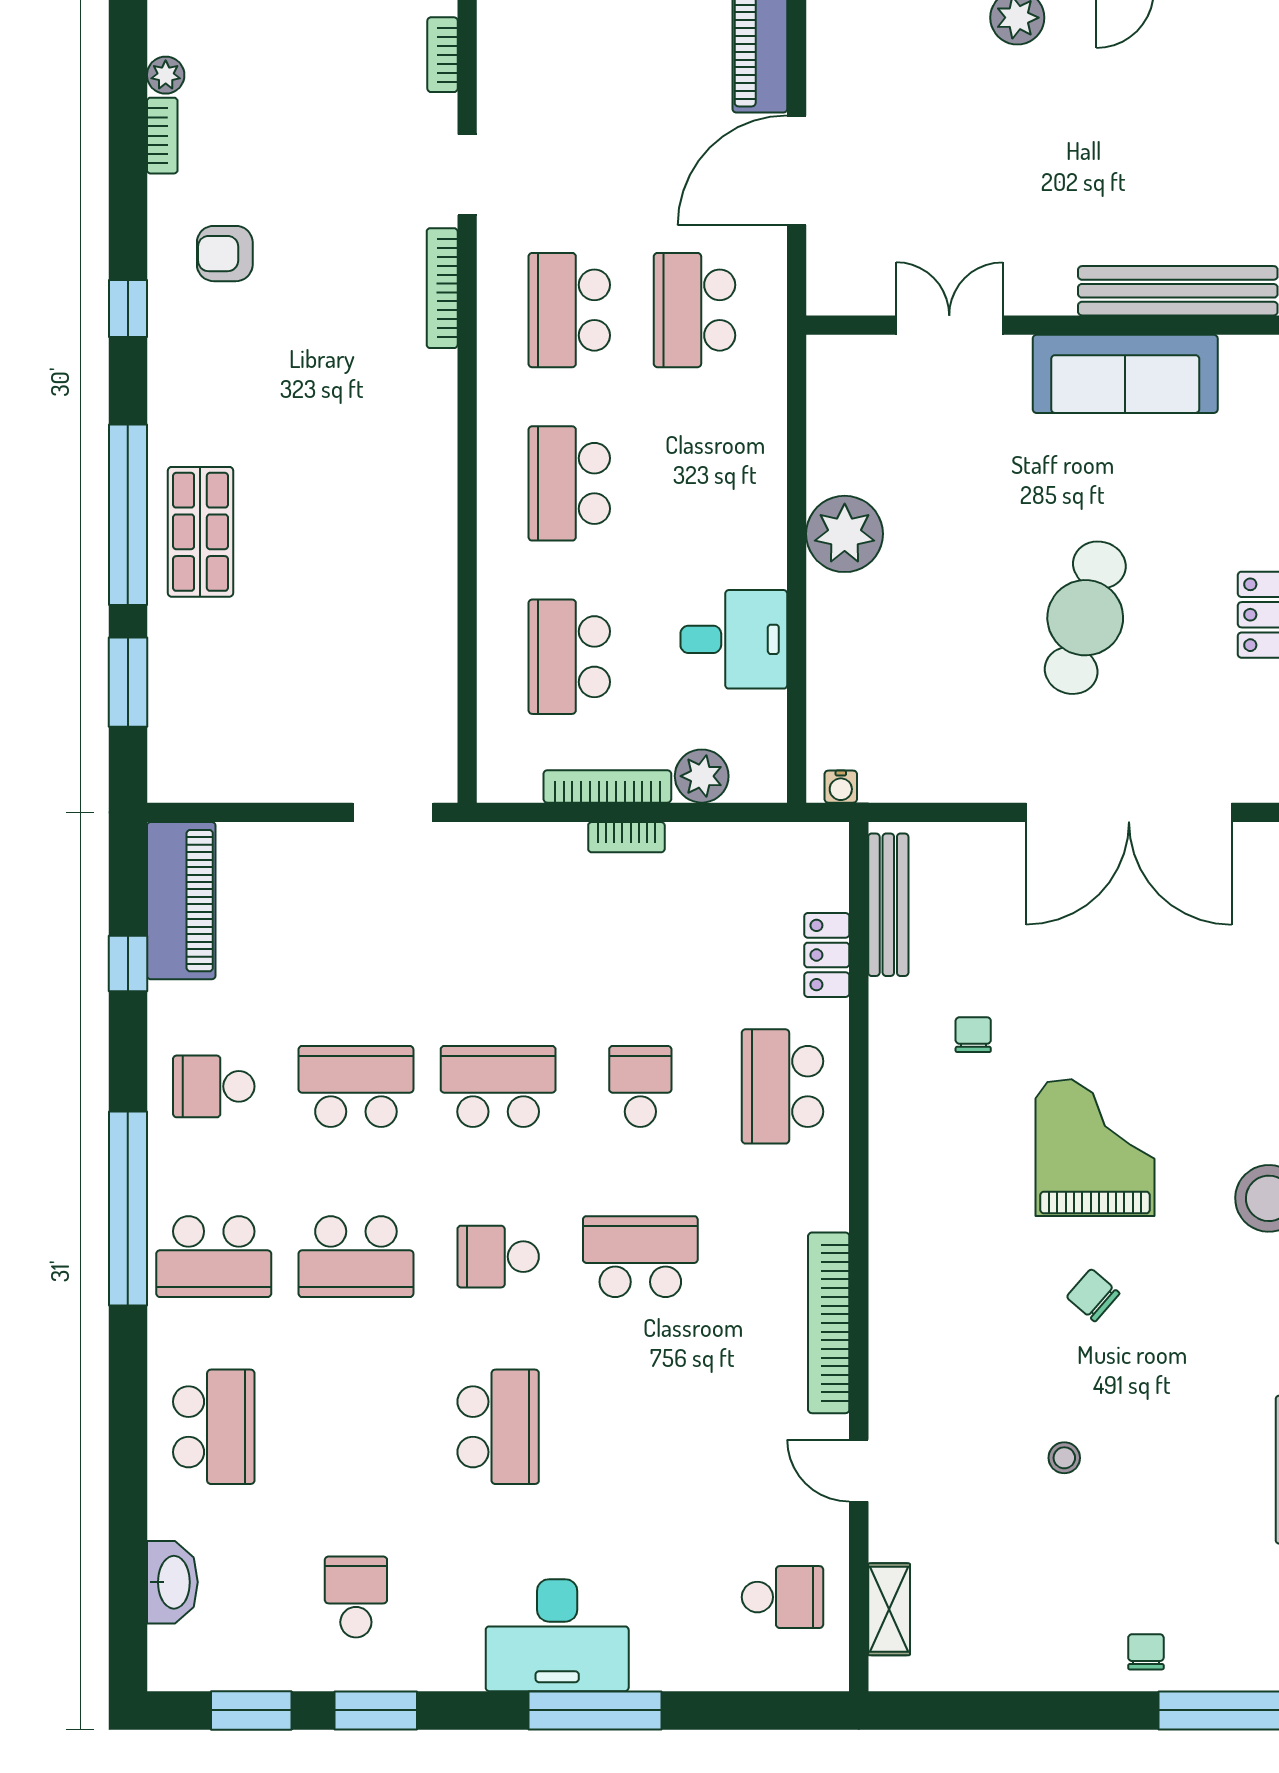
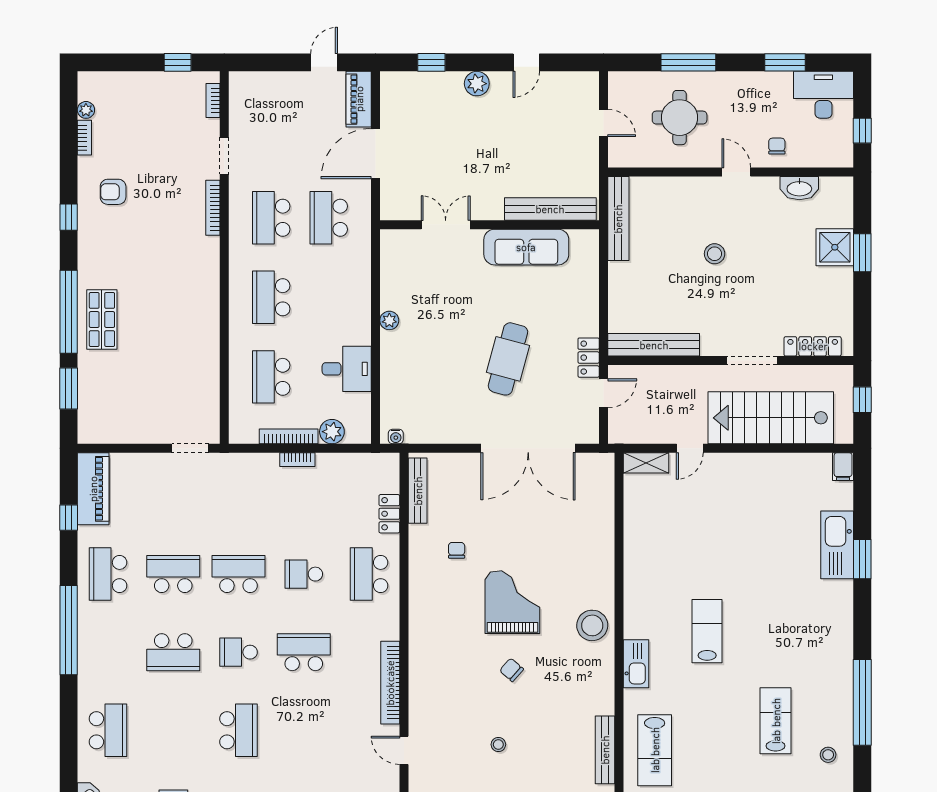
plant: (845, 534) -> (389, 320), width x0.53, depth x0.53
school desk: (214, 1086) -> (108, 574), width x1.85
school desk: (640, 1086) -> (304, 574), turned -90
school desk: (214, 1257) -> (108, 652), removed

